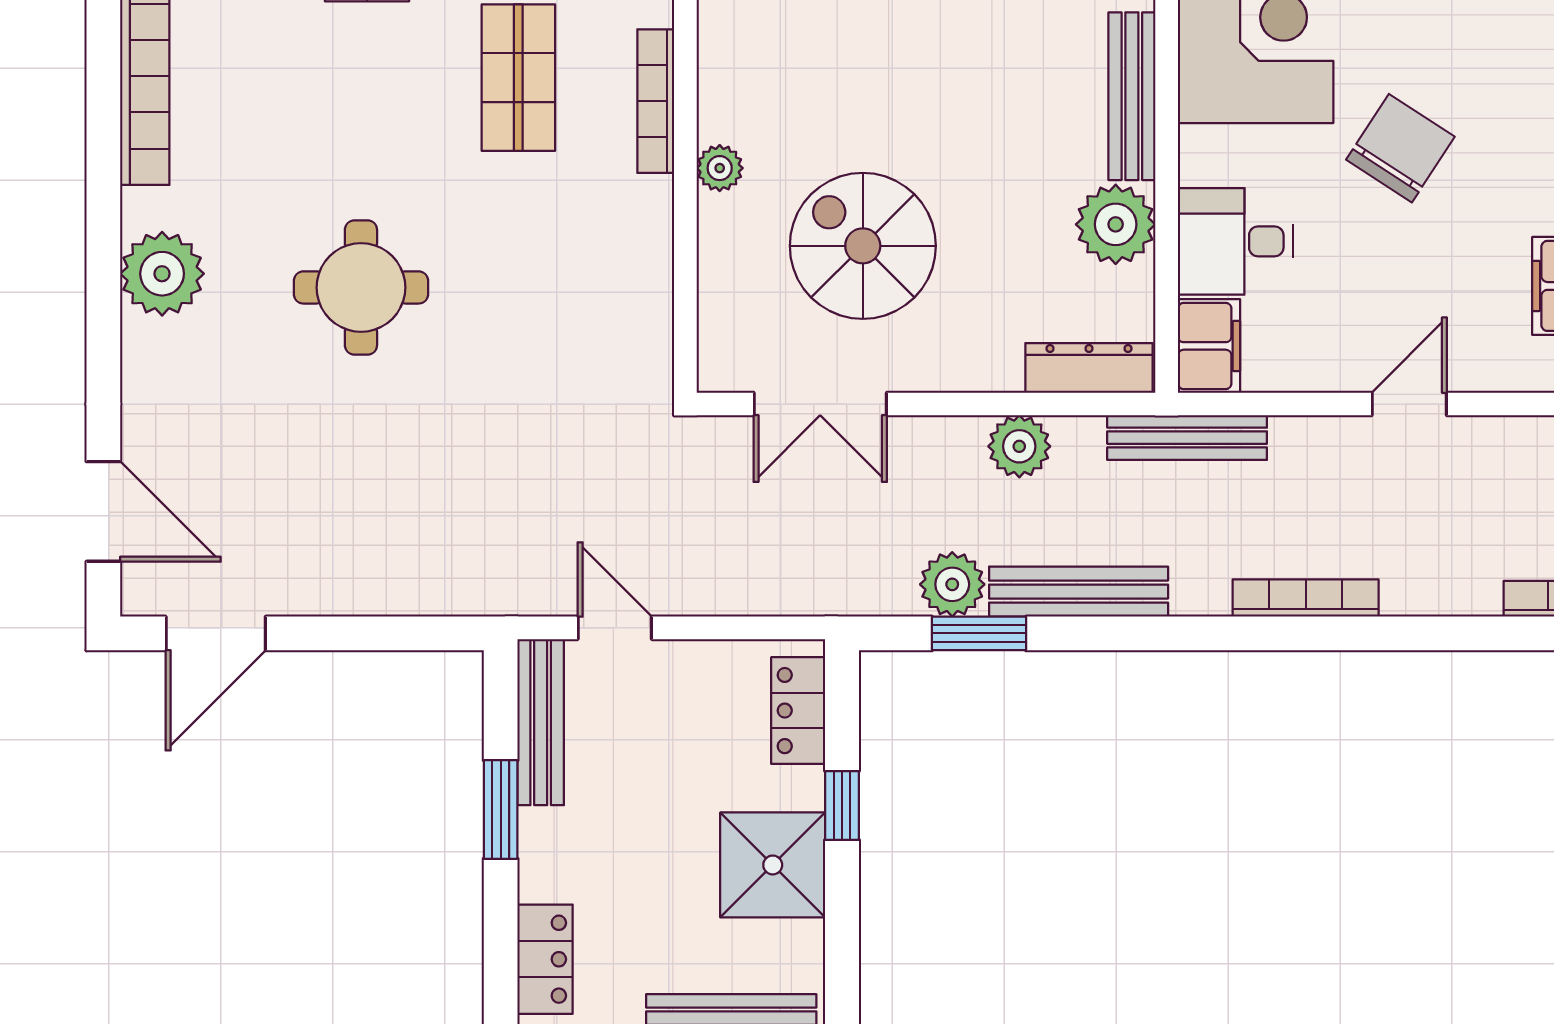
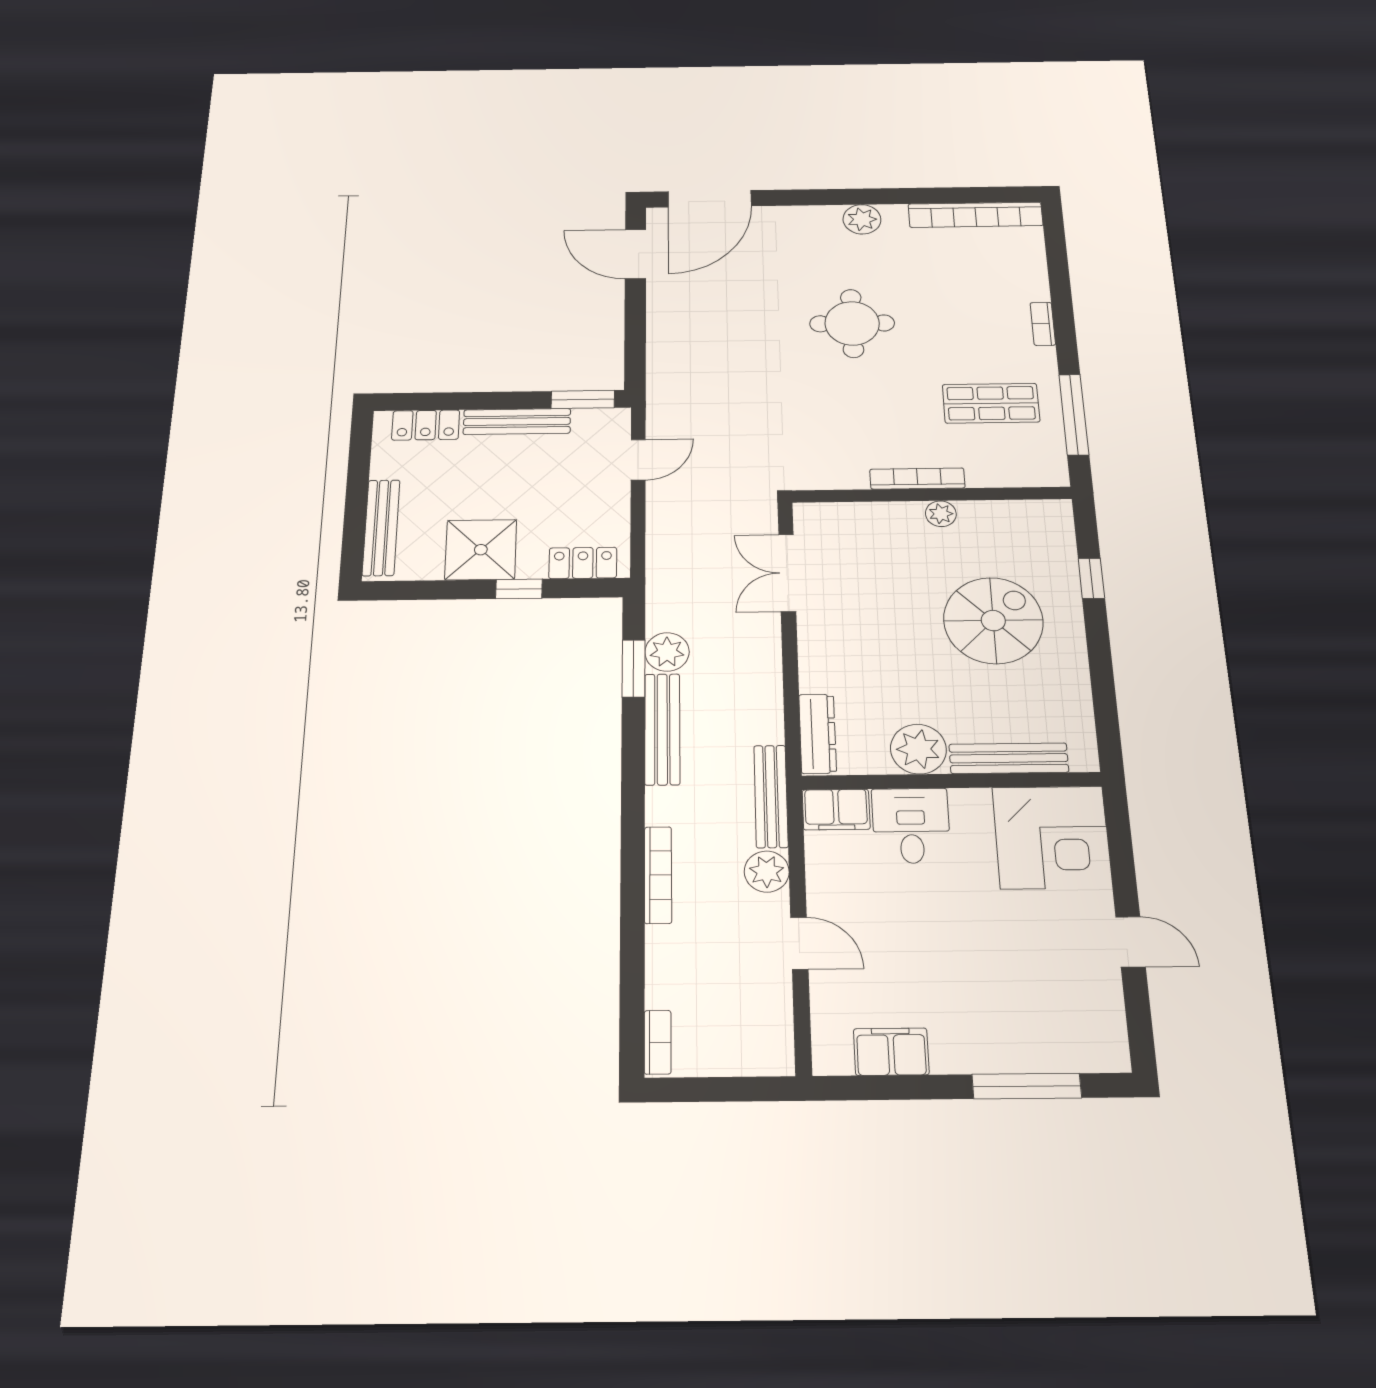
bookcase: (656, 101) -> (917, 479), moved
chair: (1400, 148) -> (986, 935), removed
spiral stairs: (863, 246) -> (993, 621), moved
plant: (162, 274) -> (862, 219), width x0.73, depth x0.73
plant: (1019, 446) -> (767, 872), moved
door: (103, 511) -> (710, 199), width x1.36
bench: (541, 722) -> (517, 422), moved
window: (501, 810) -> (583, 399), moved

